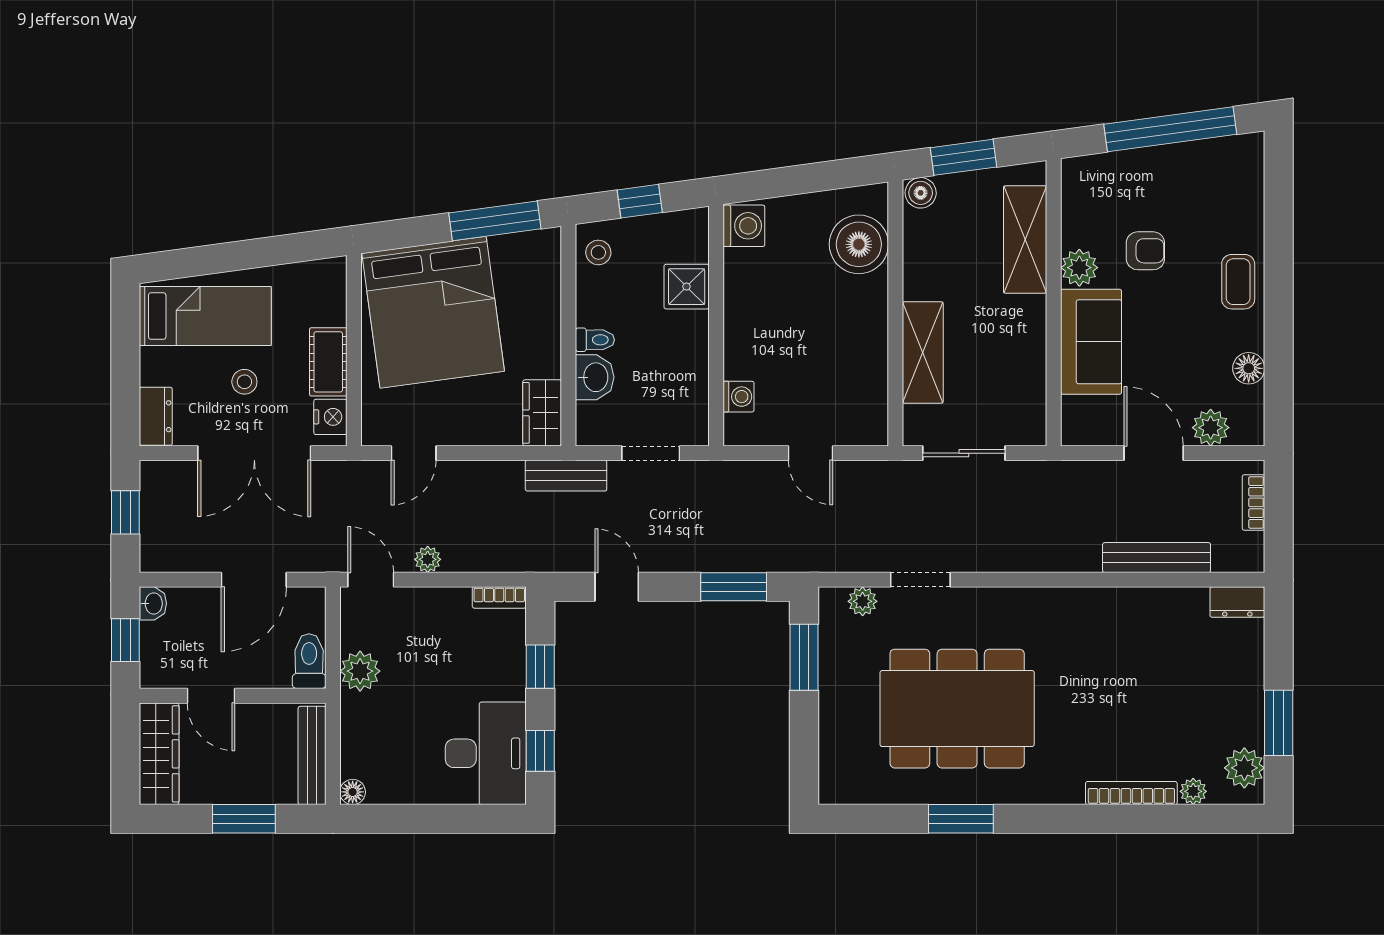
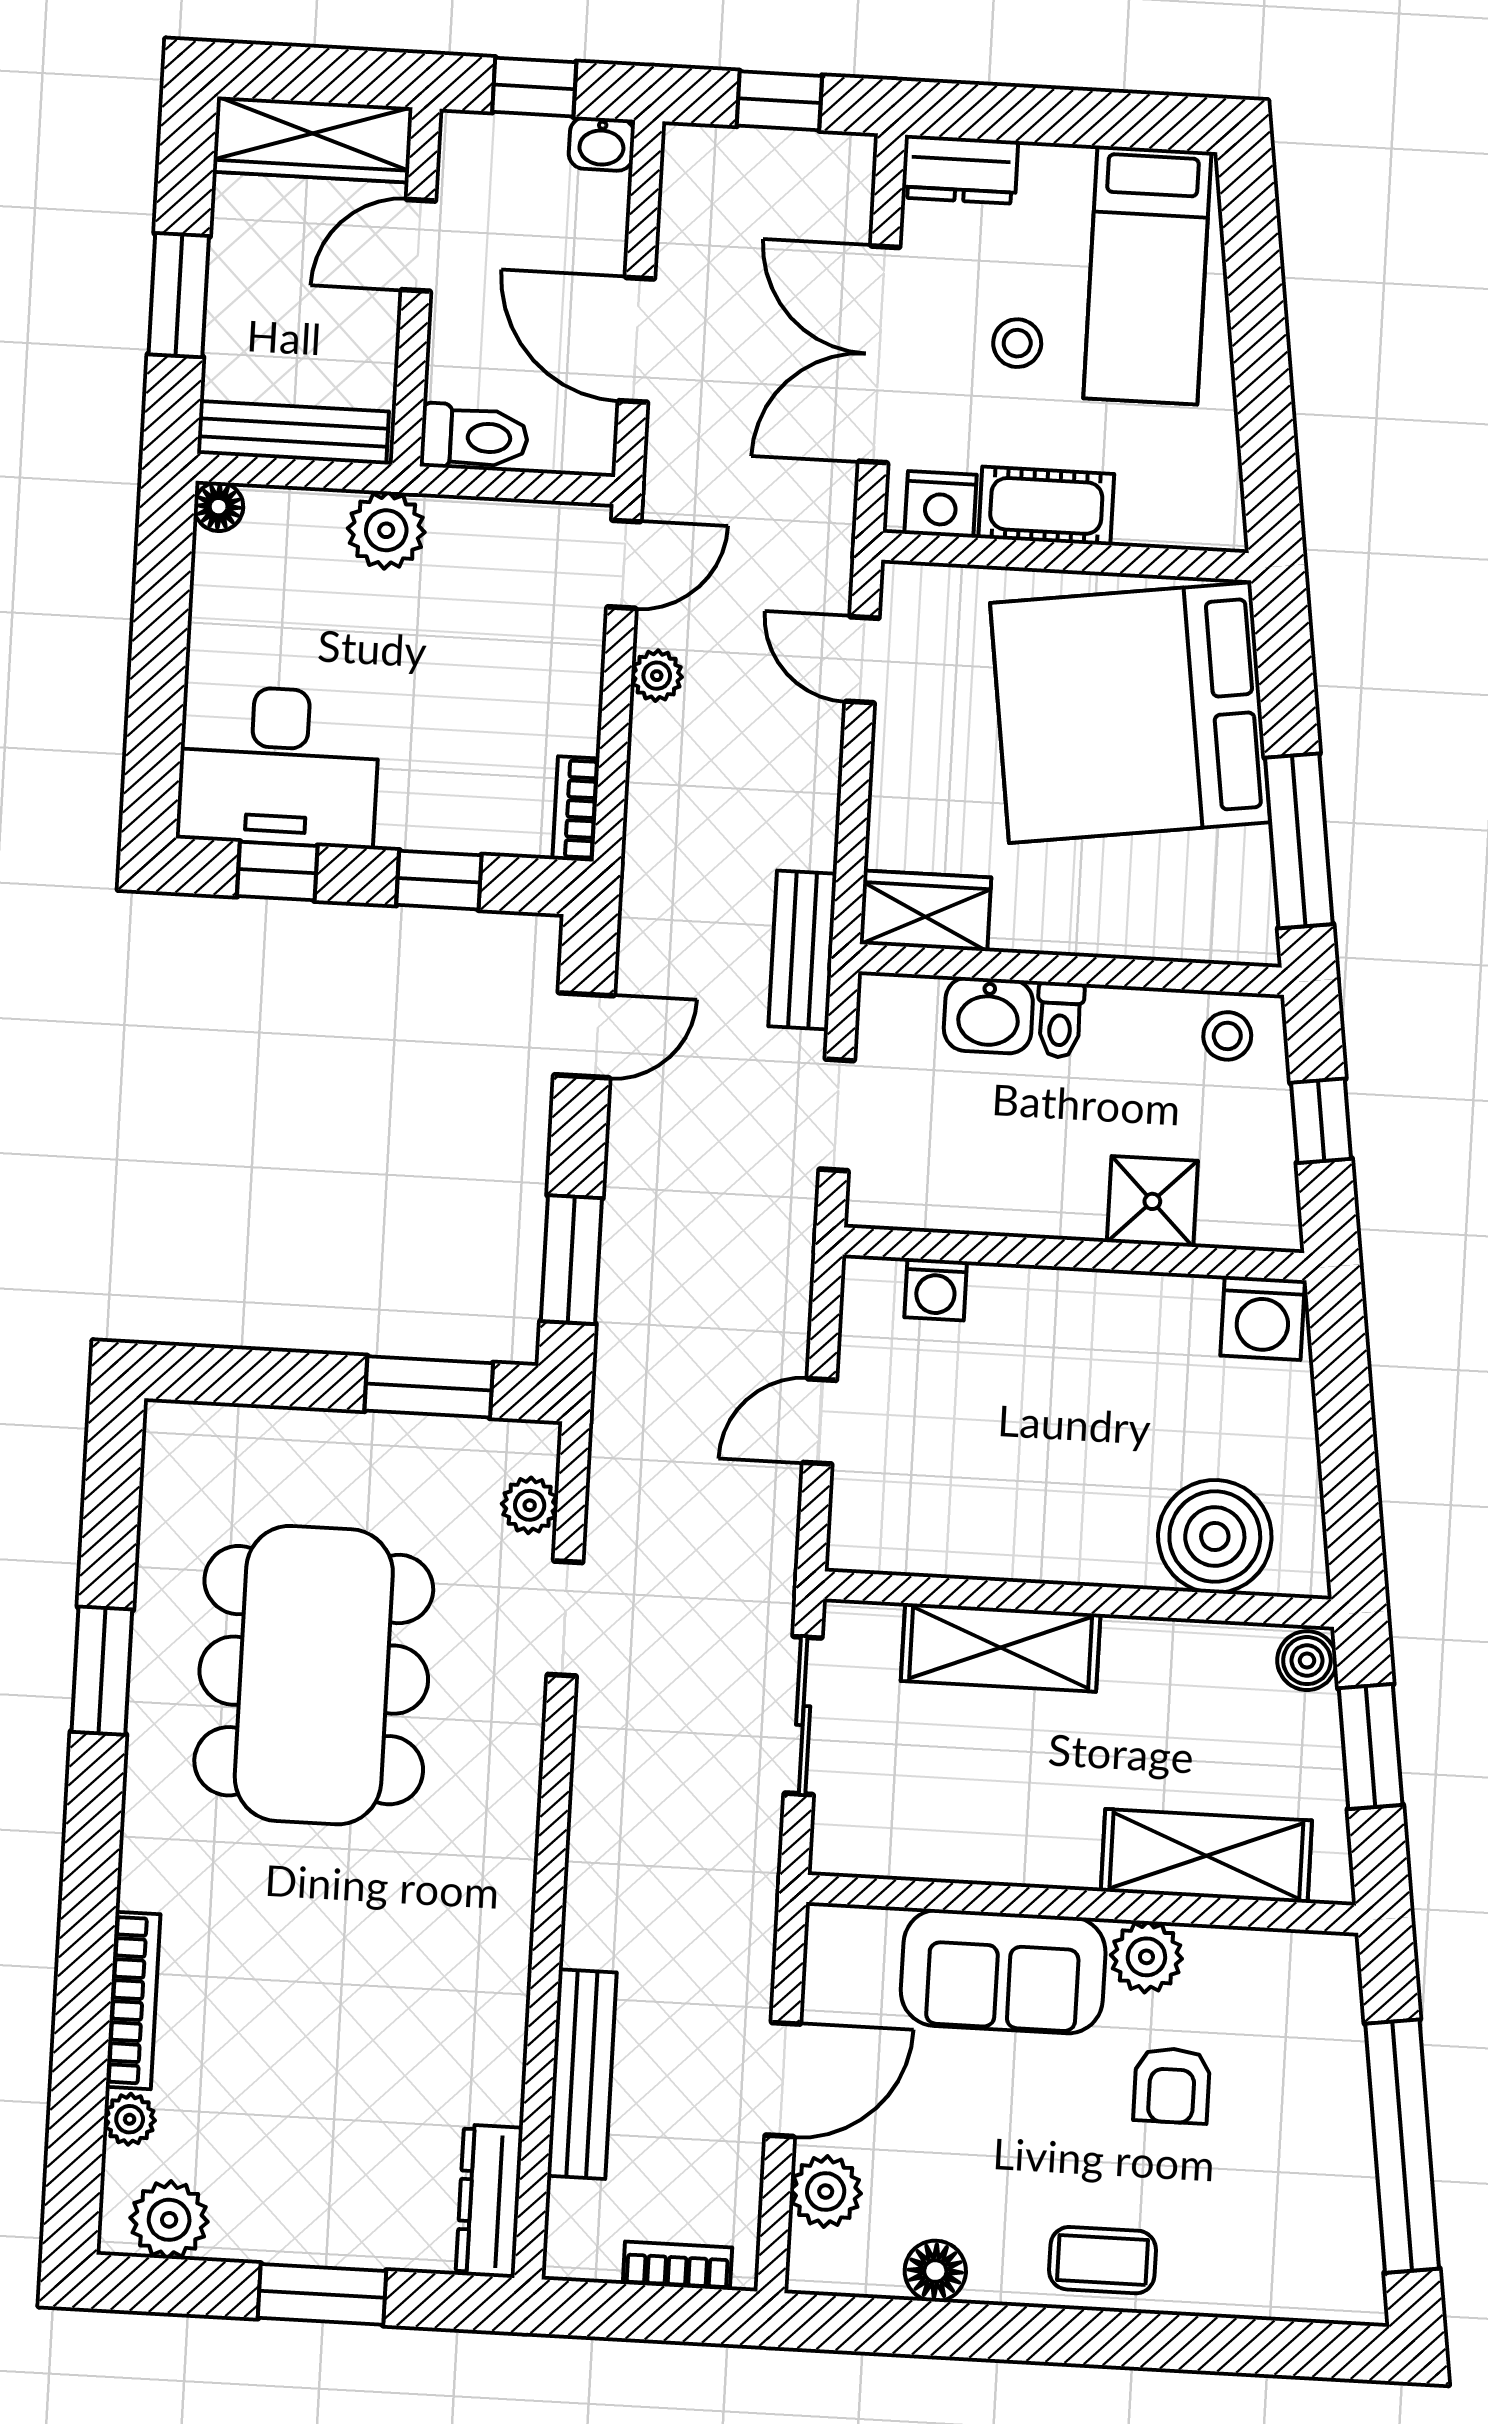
dresser: (1237, 602) -> (489, 2201), width x1.44
plant: (360, 671) -> (386, 530), moved
window: (1279, 723) -> (322, 2294), moved

